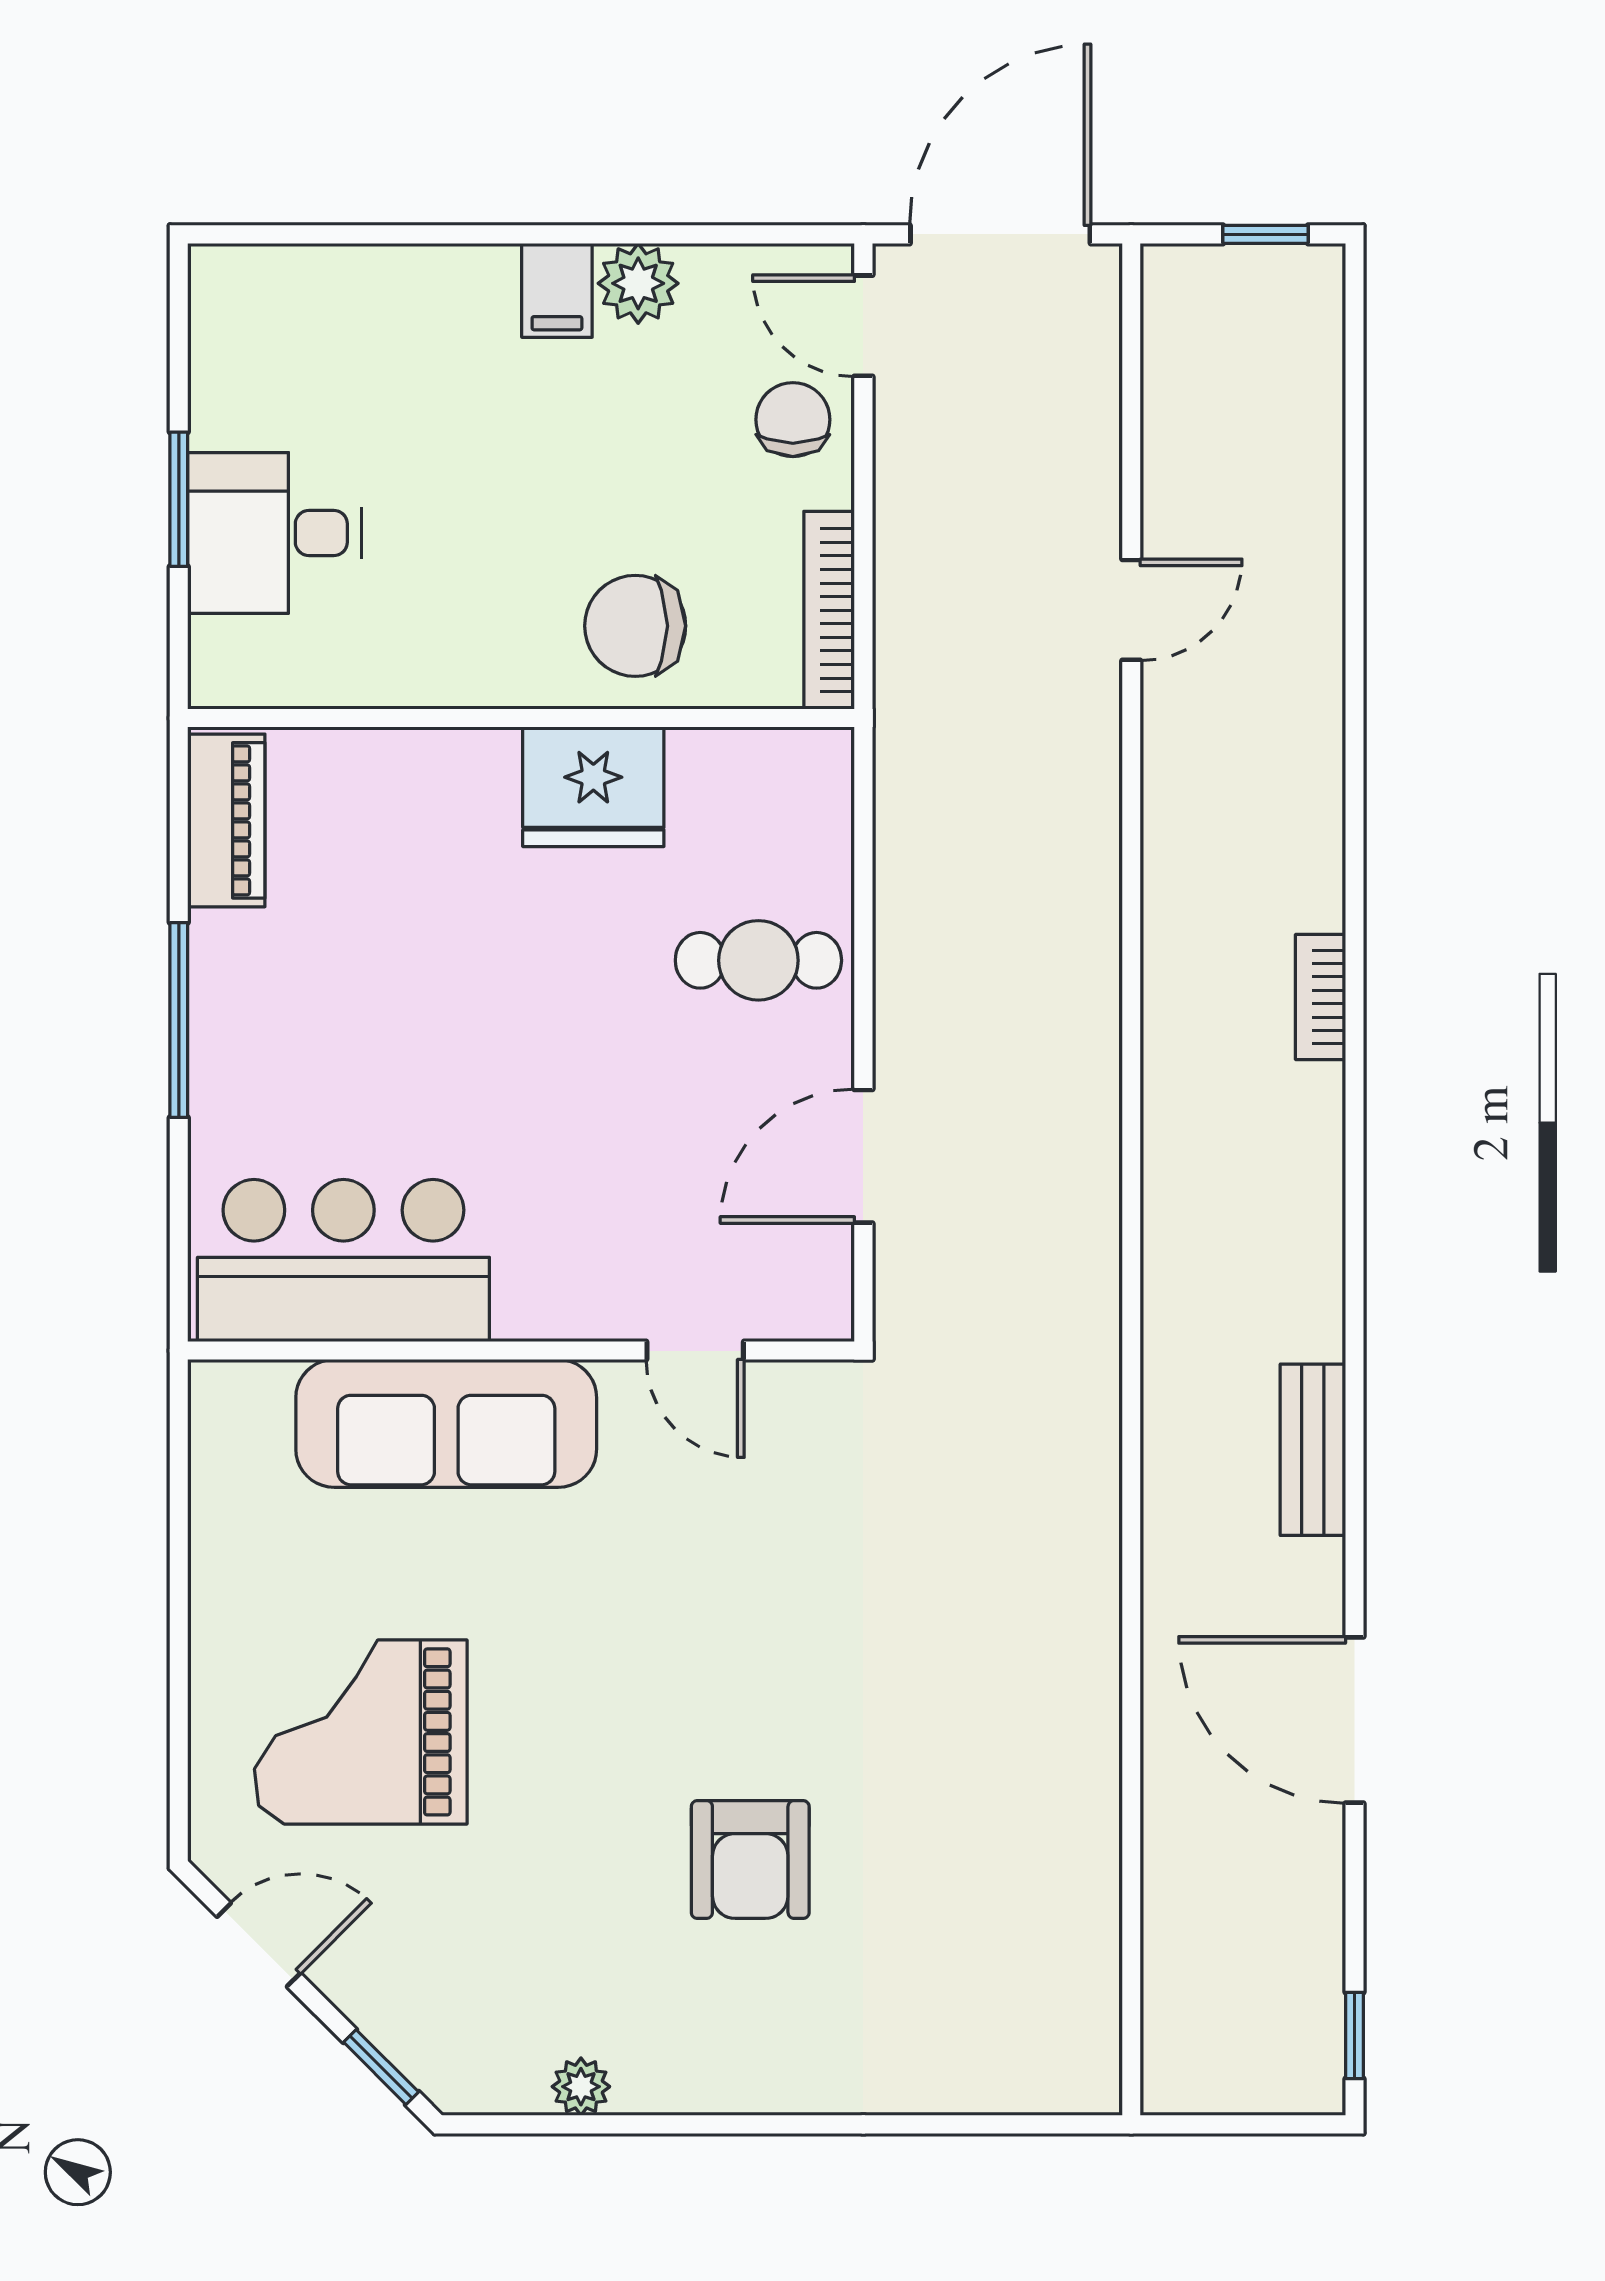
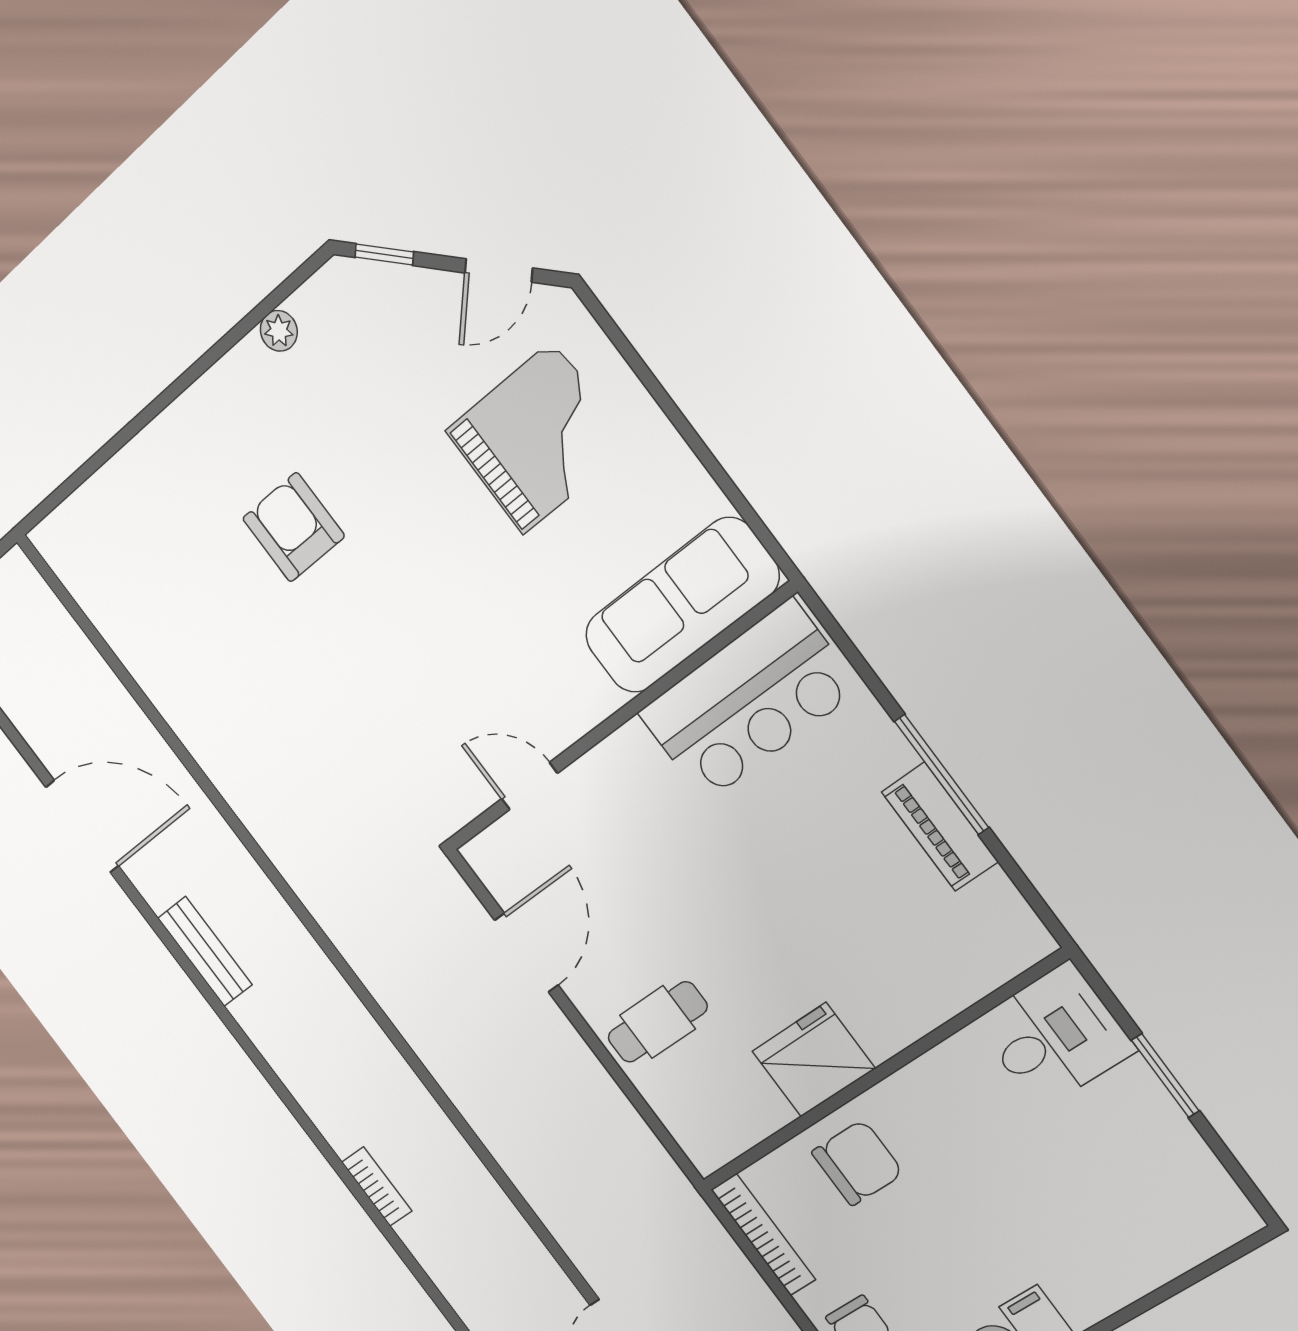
desk: (274, 533) -> (1055, 1036), moved
piano: (226, 820) -> (940, 827), moved
sofa: (446, 1423) -> (681, 606), moved

